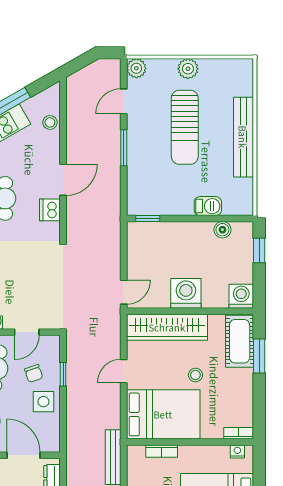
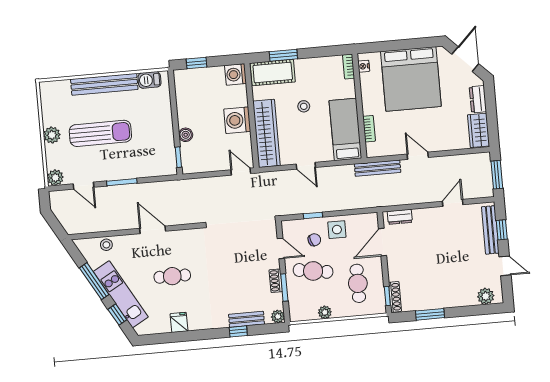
barbecue: (208, 206) -> (150, 80), moved, turned -90
dishwasher: (50, 210) -> (178, 238), removed
boiler: (222, 230) -> (186, 135), moved
bed: (163, 414) -> (345, 129), width x0.67

